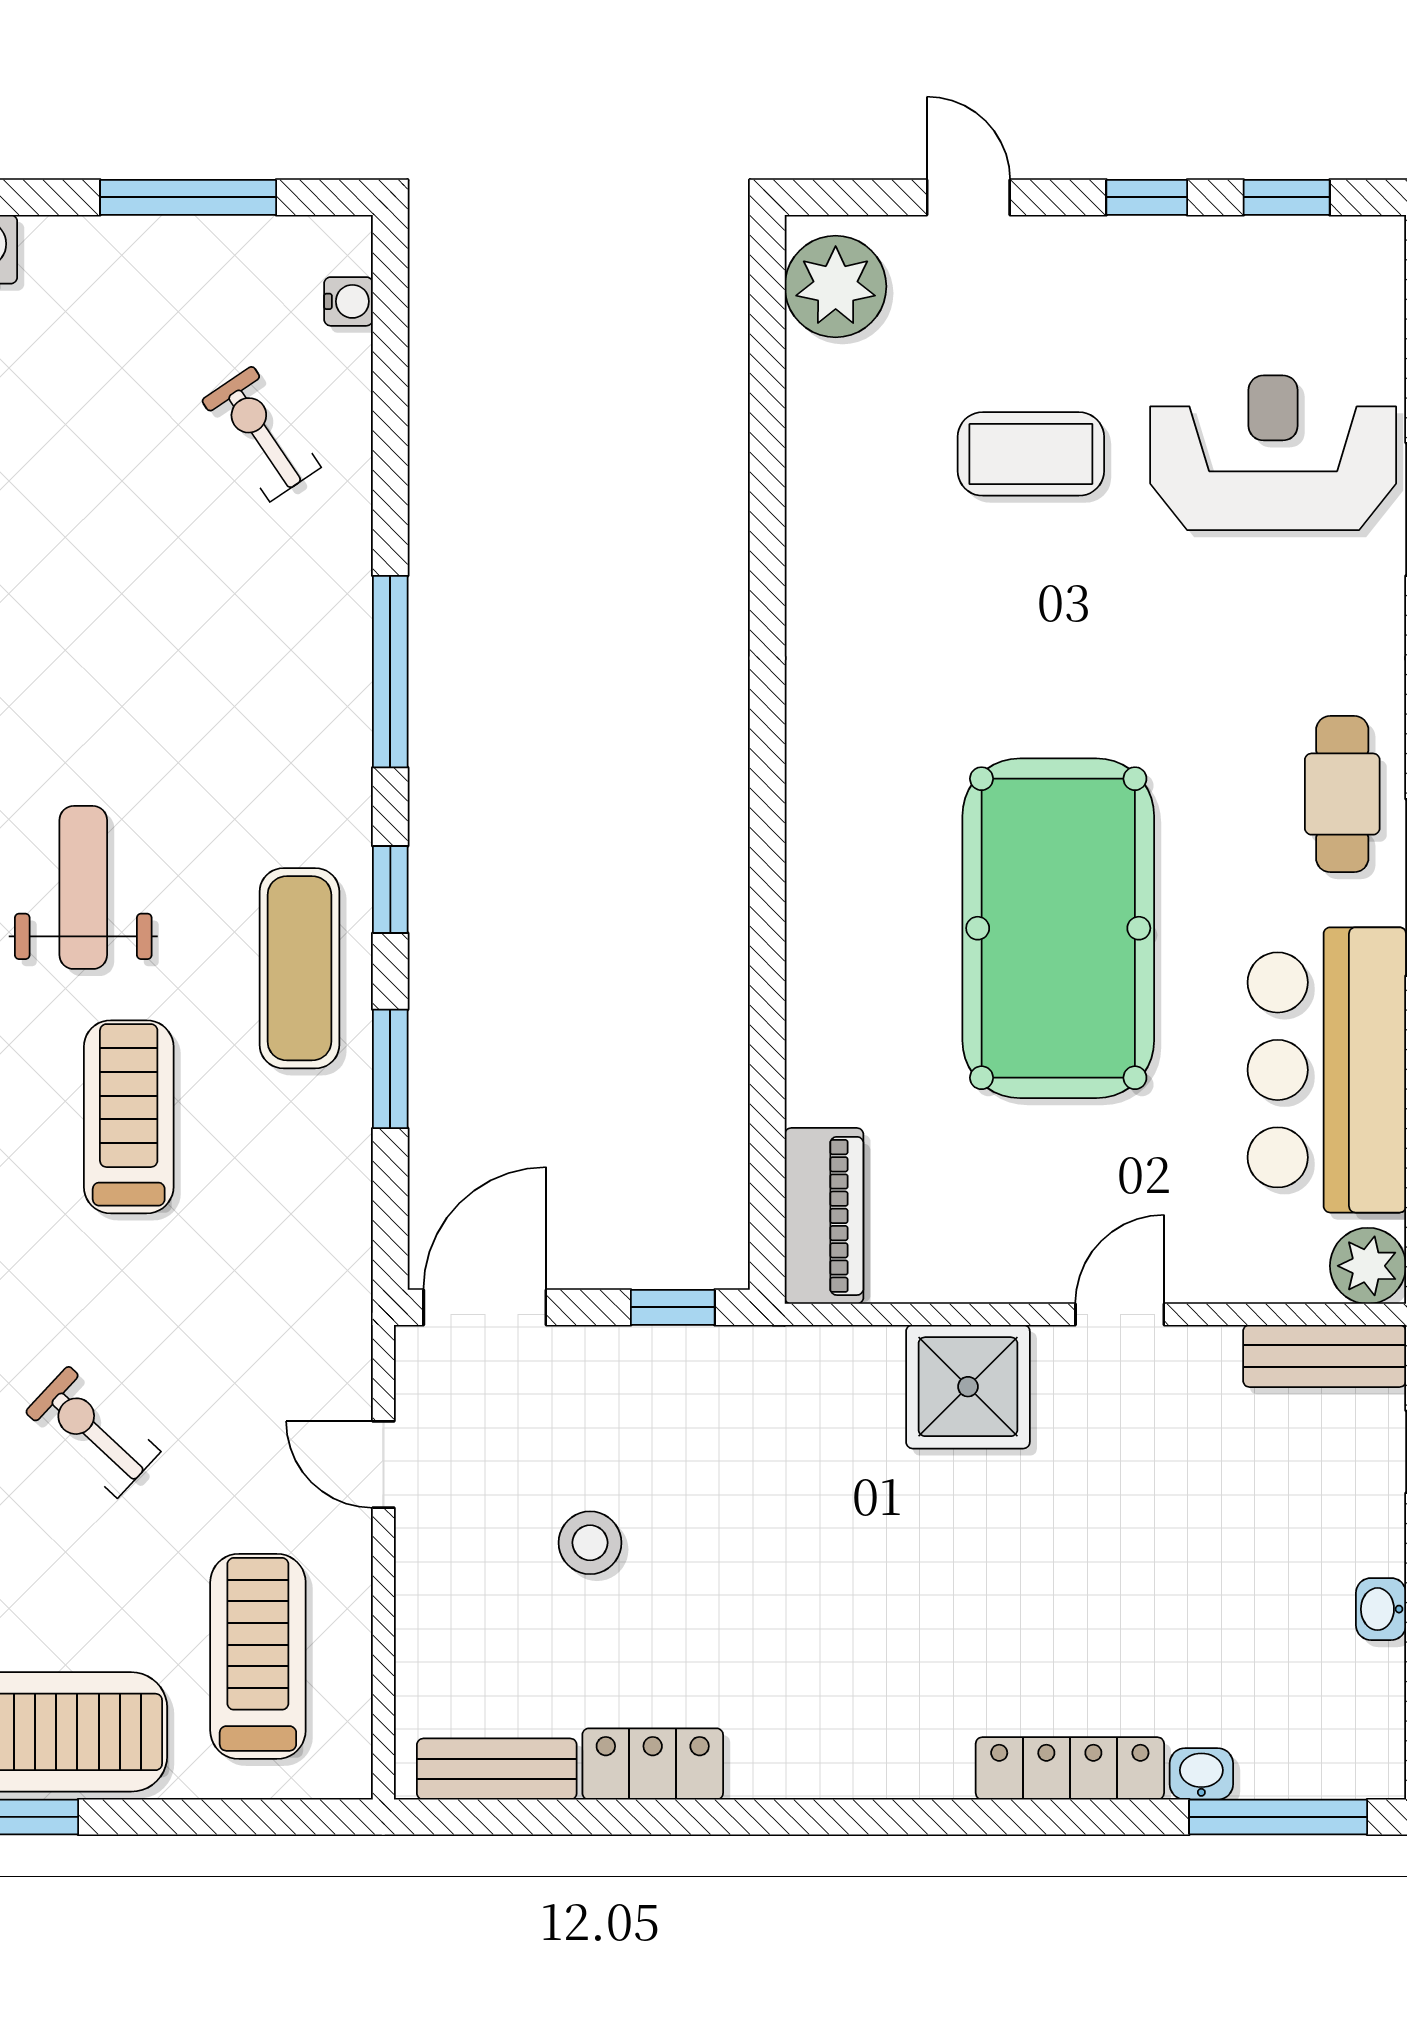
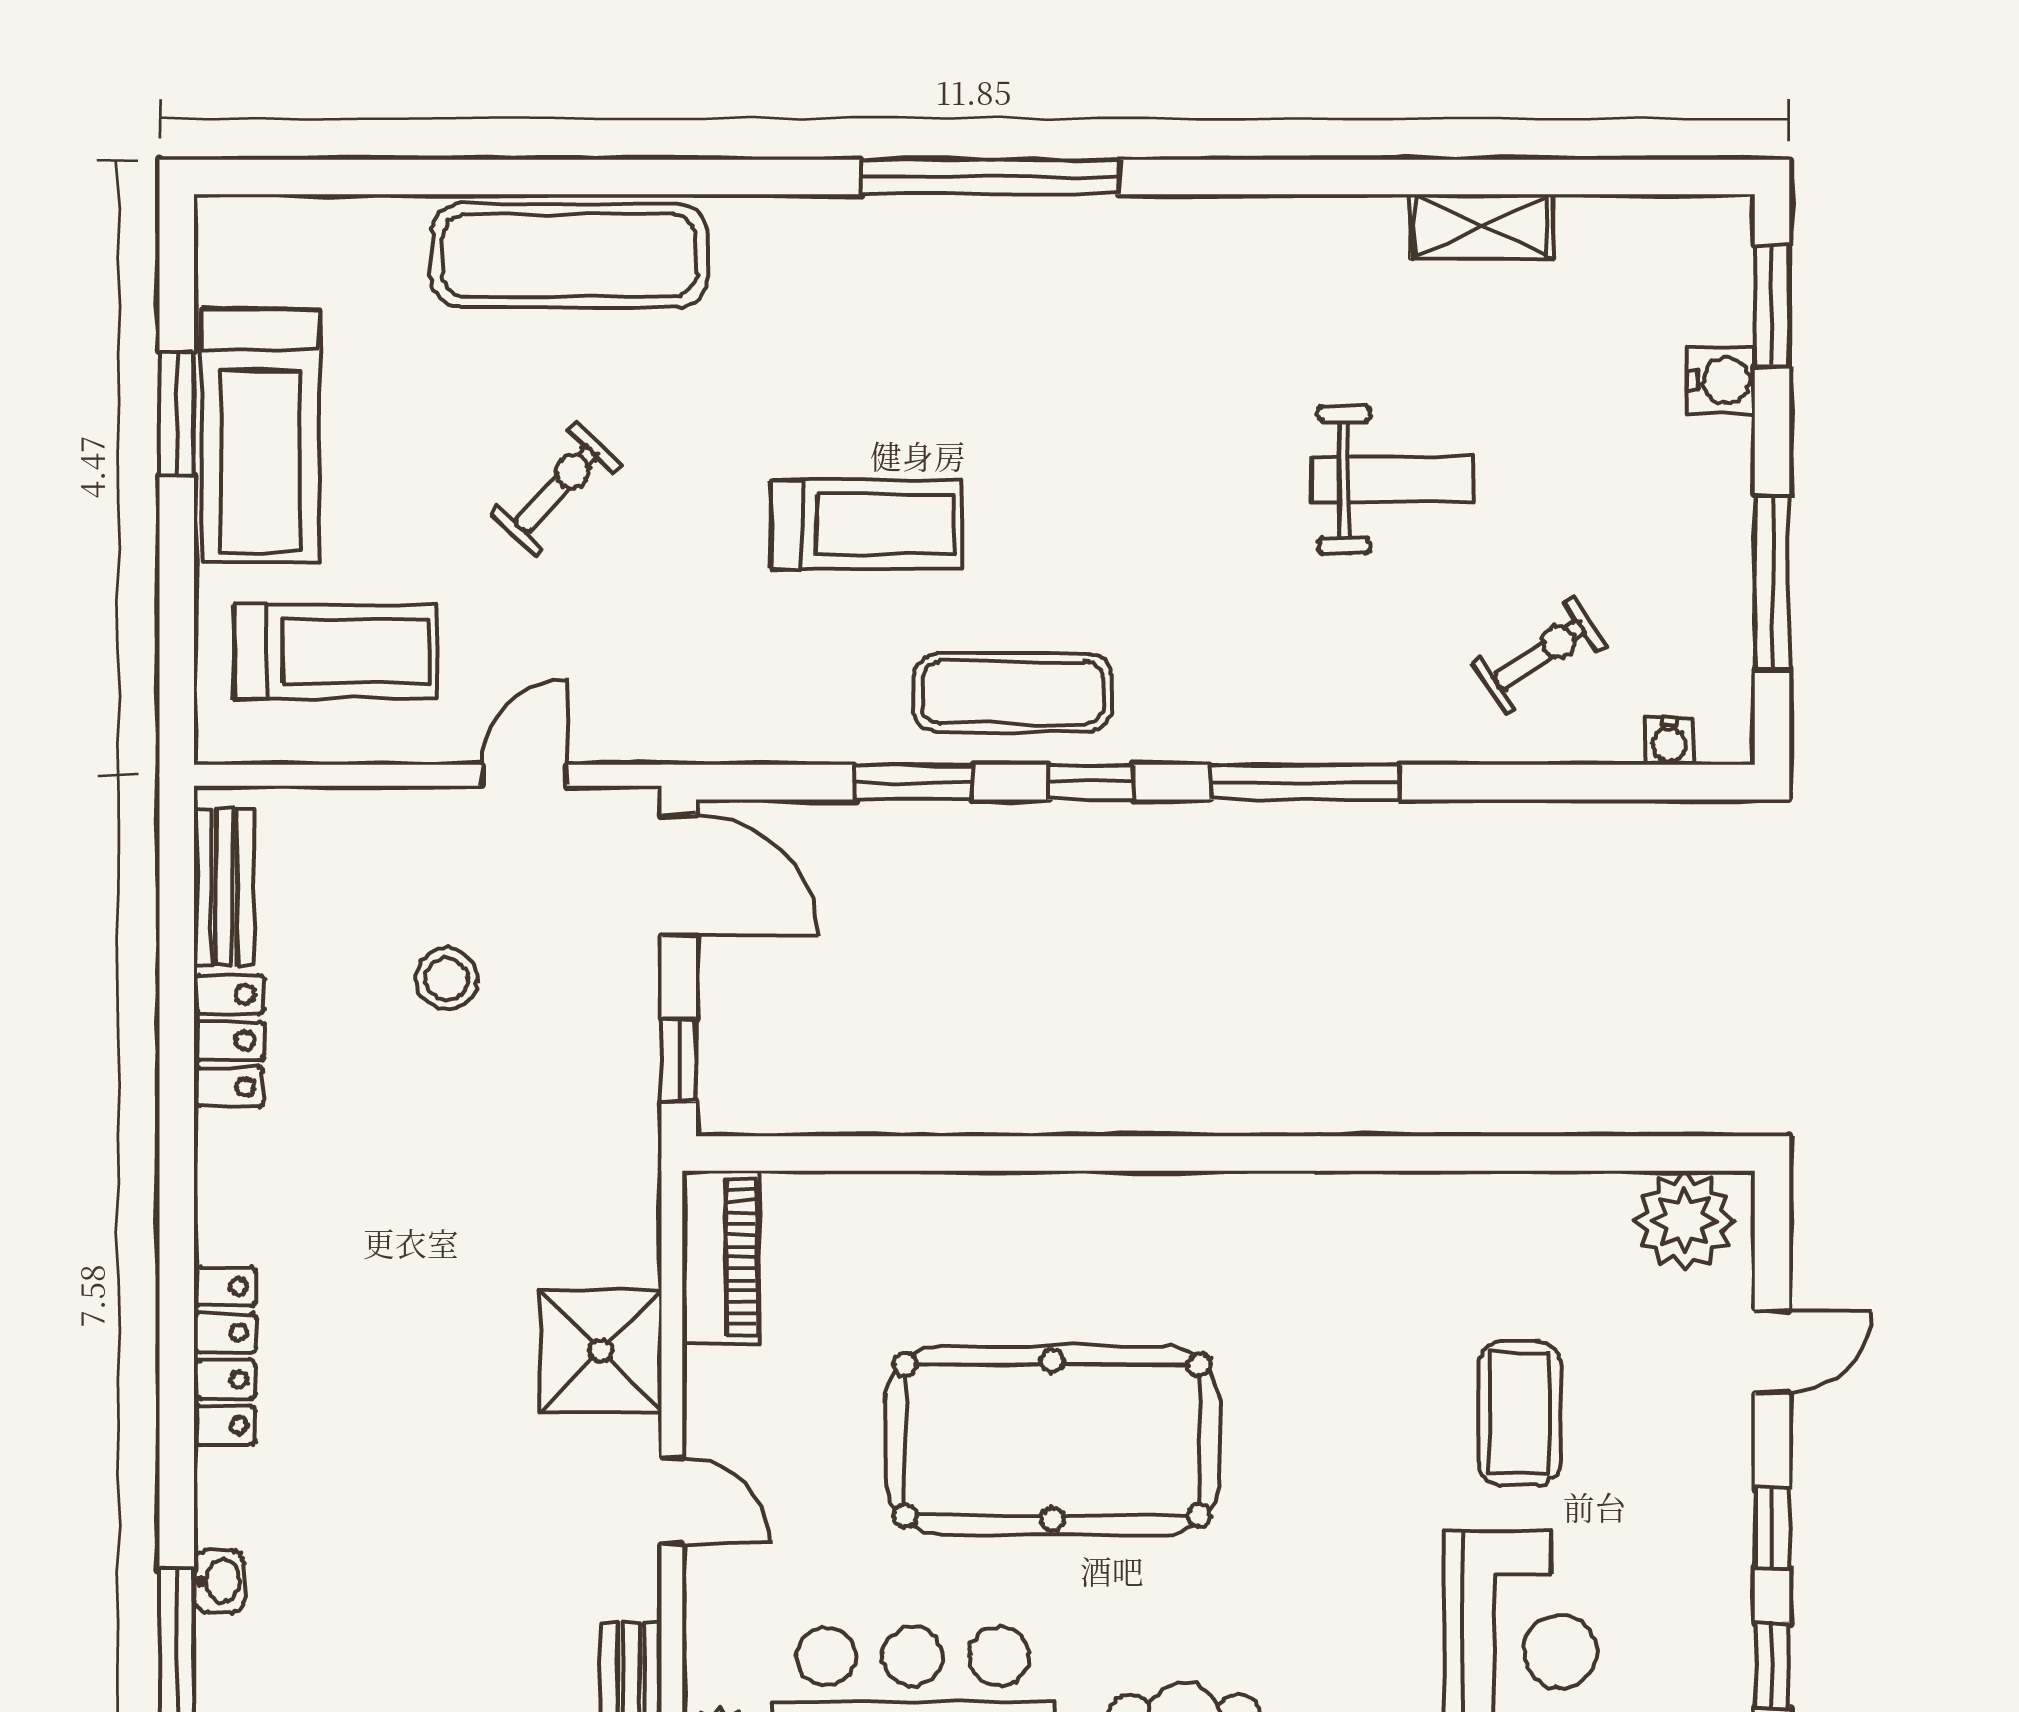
weight bench: (83, 887) -> (1392, 480), moved
piano: (824, 1216) -> (721, 1257), moved, turned -90
locker: (1070, 1768) -> (225, 1356), moved

